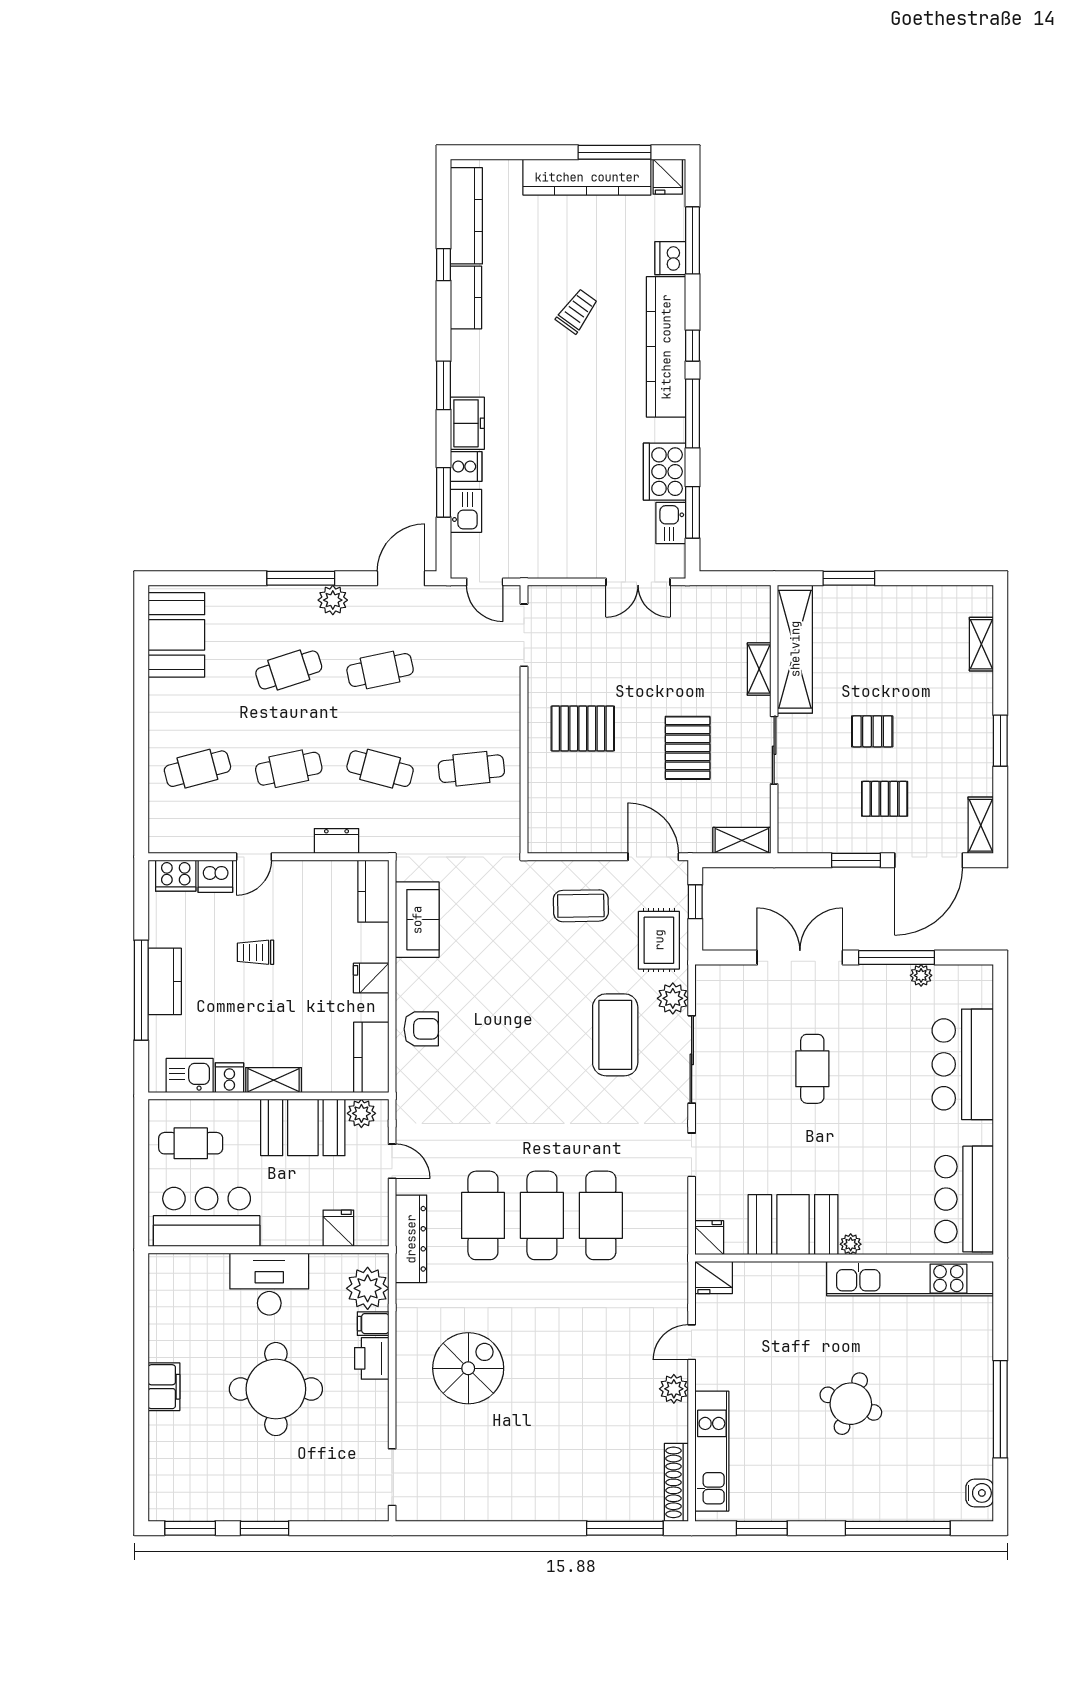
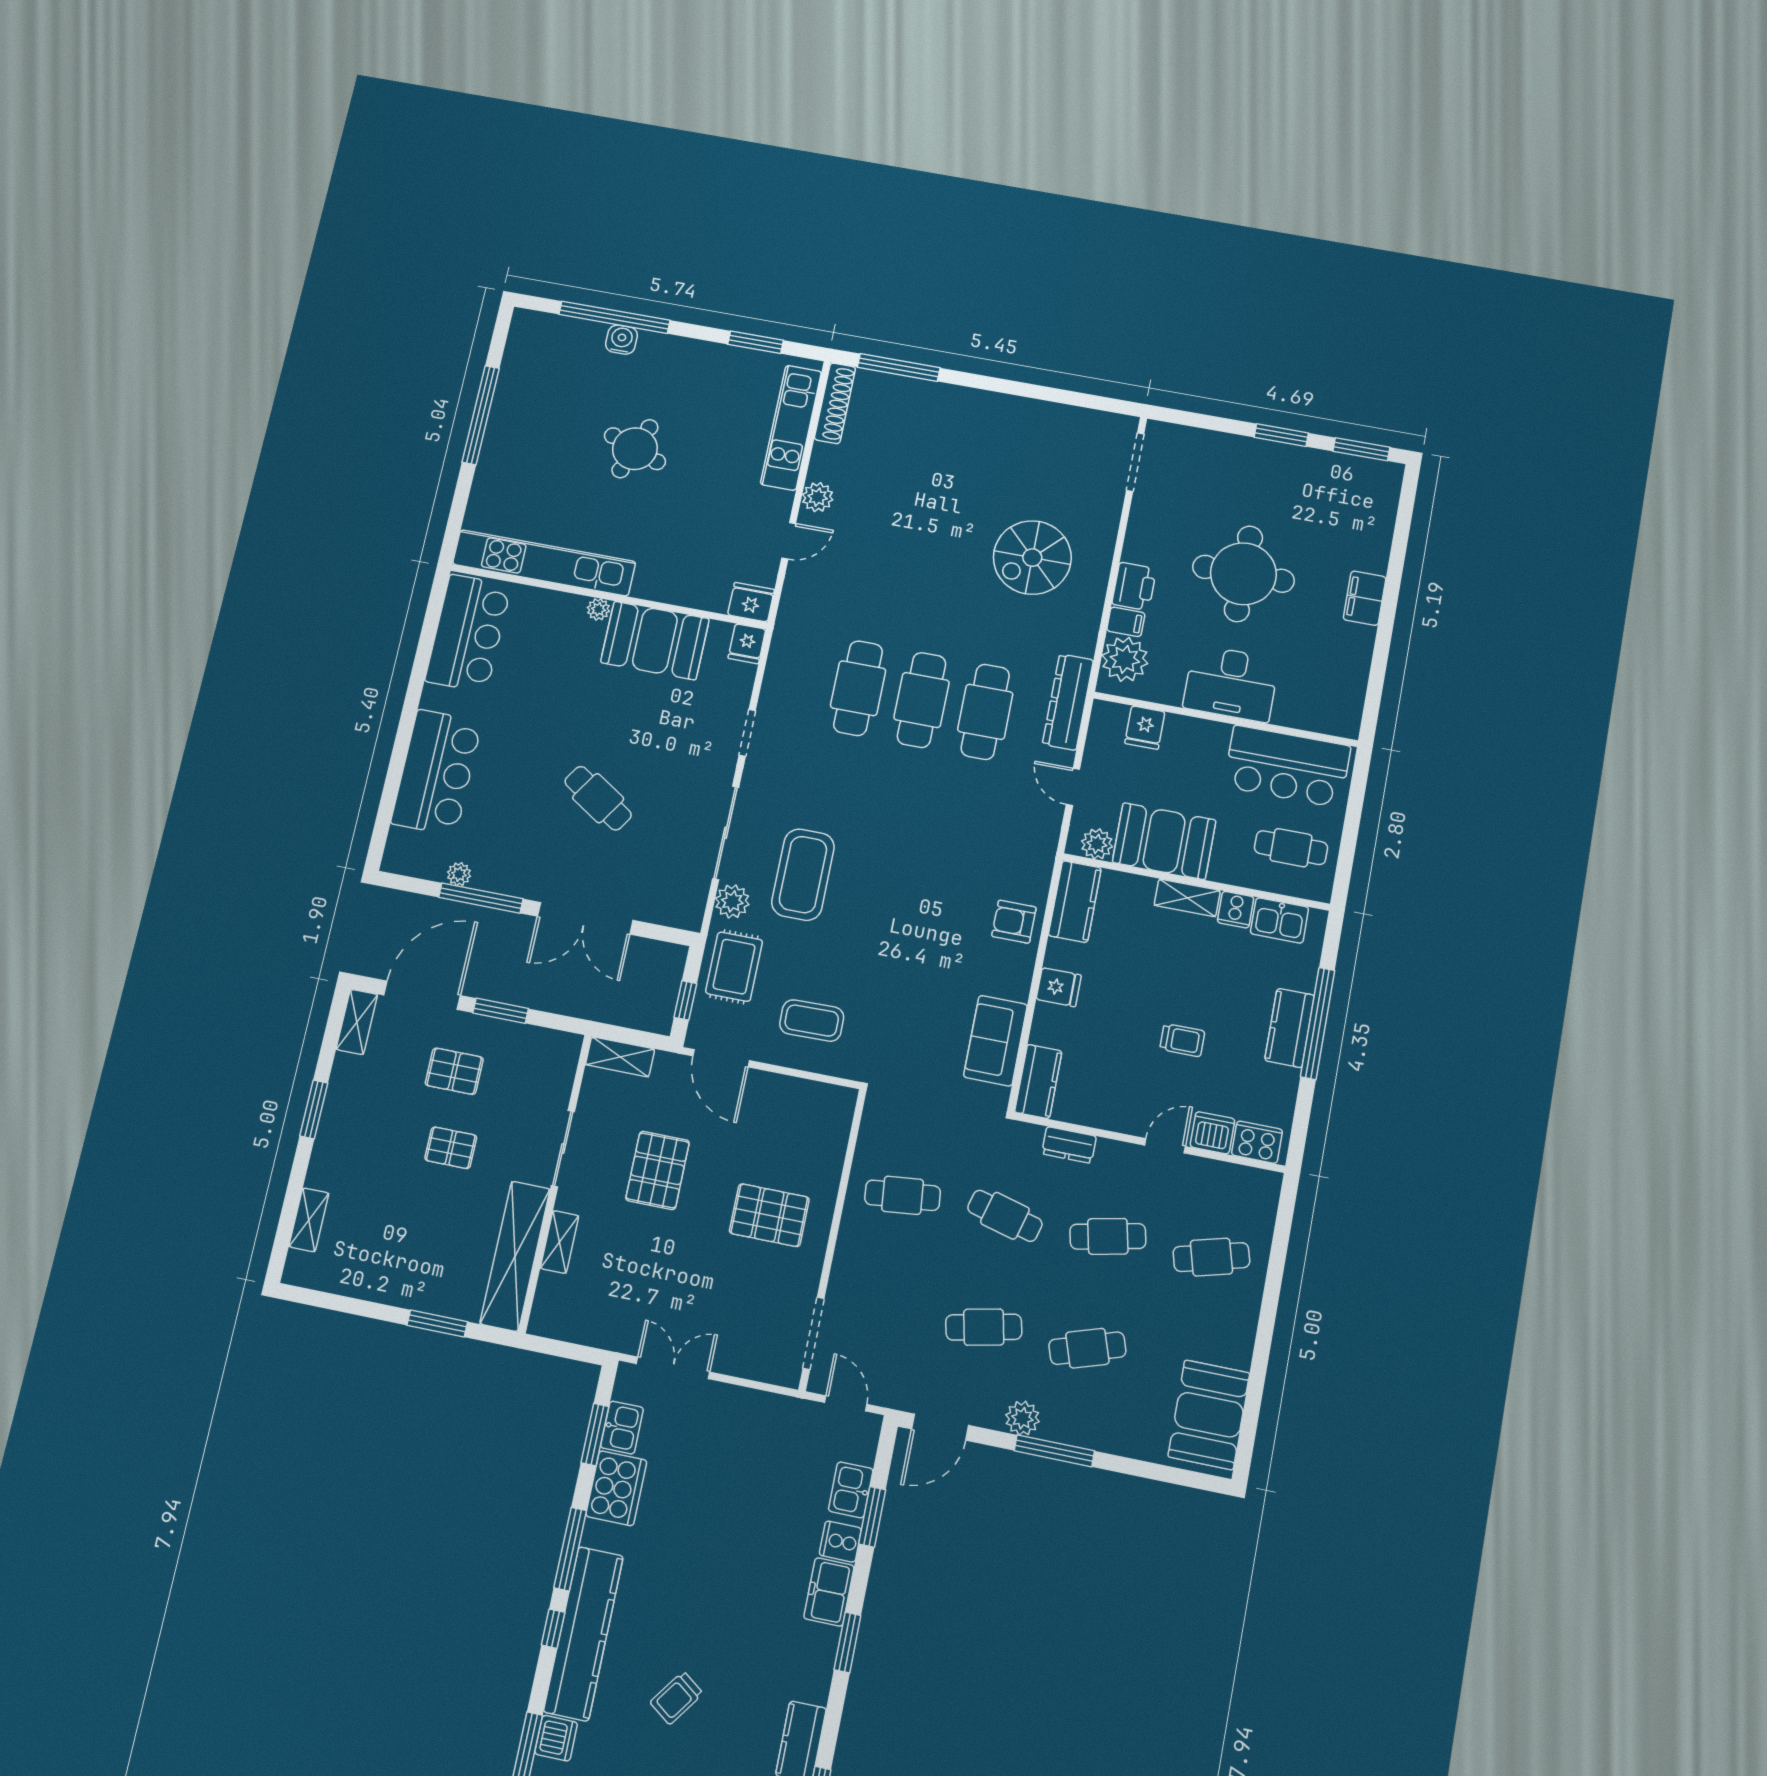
cafe table: (812, 1069) -> (598, 798), turned -57
water cooler: (980, 1493) -> (621, 340), moved, turned 90

